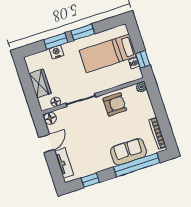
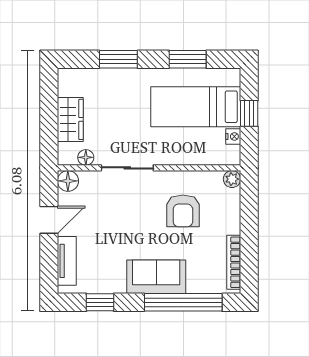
window: (83, 32) -> (188, 59), moved
nightstand: (56, 52) -> (113, 77), removed
window: (143, 59) -> (249, 113), moved
armchair: (115, 104) -> (183, 211), moved, turned 90
sofa: (128, 152) -> (156, 277), moved

